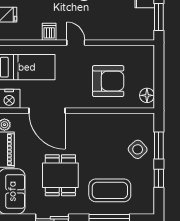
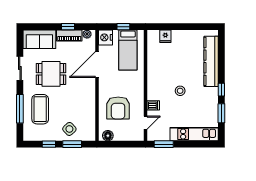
dishwasher: (49, 32) -> (153, 105), moved
door: (76, 43) -> (145, 123), moved

